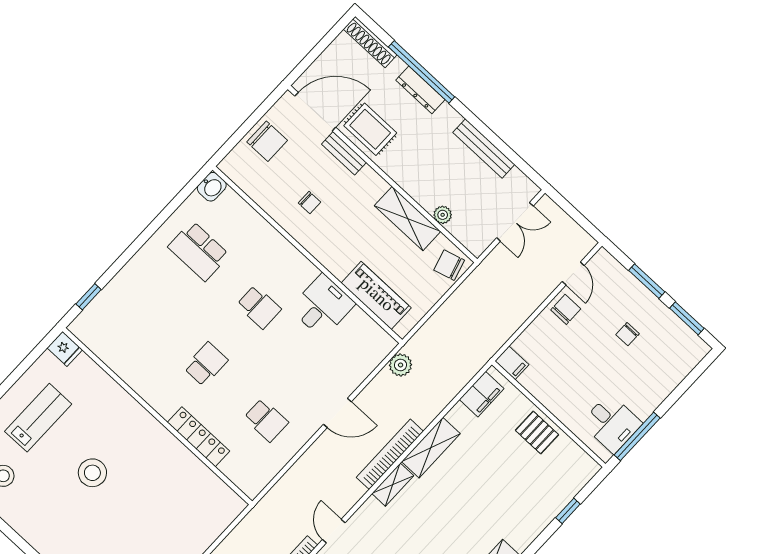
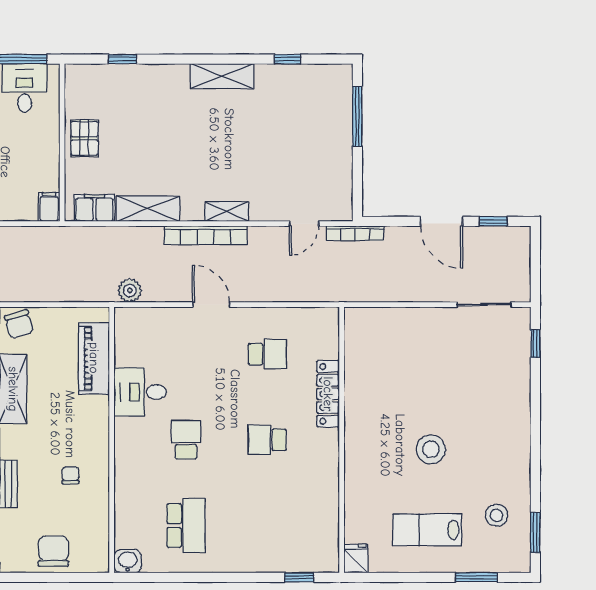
school desk: (266, 420) -> (267, 354), turned 90
shelving: (431, 448) -> (148, 209), moved

